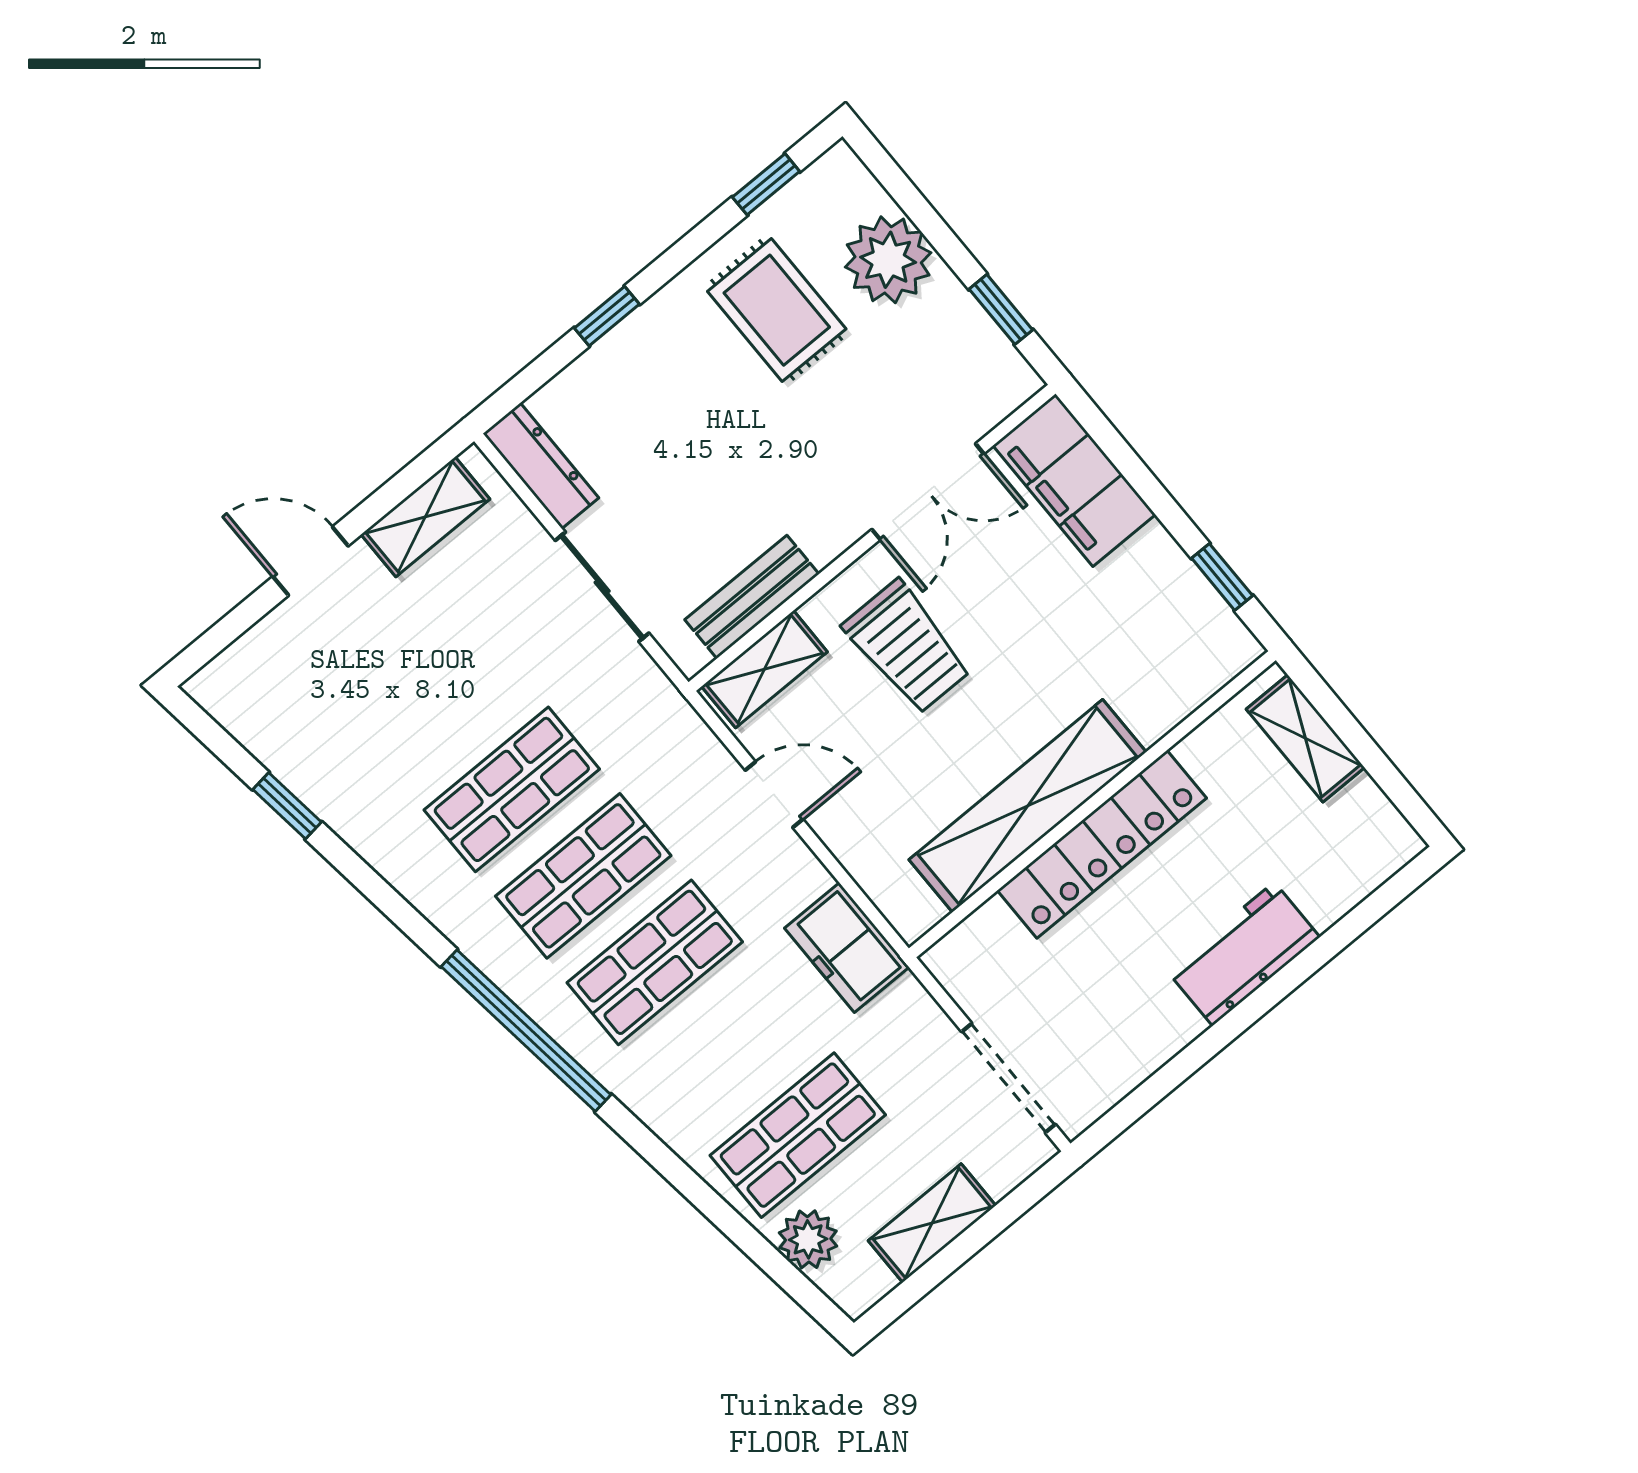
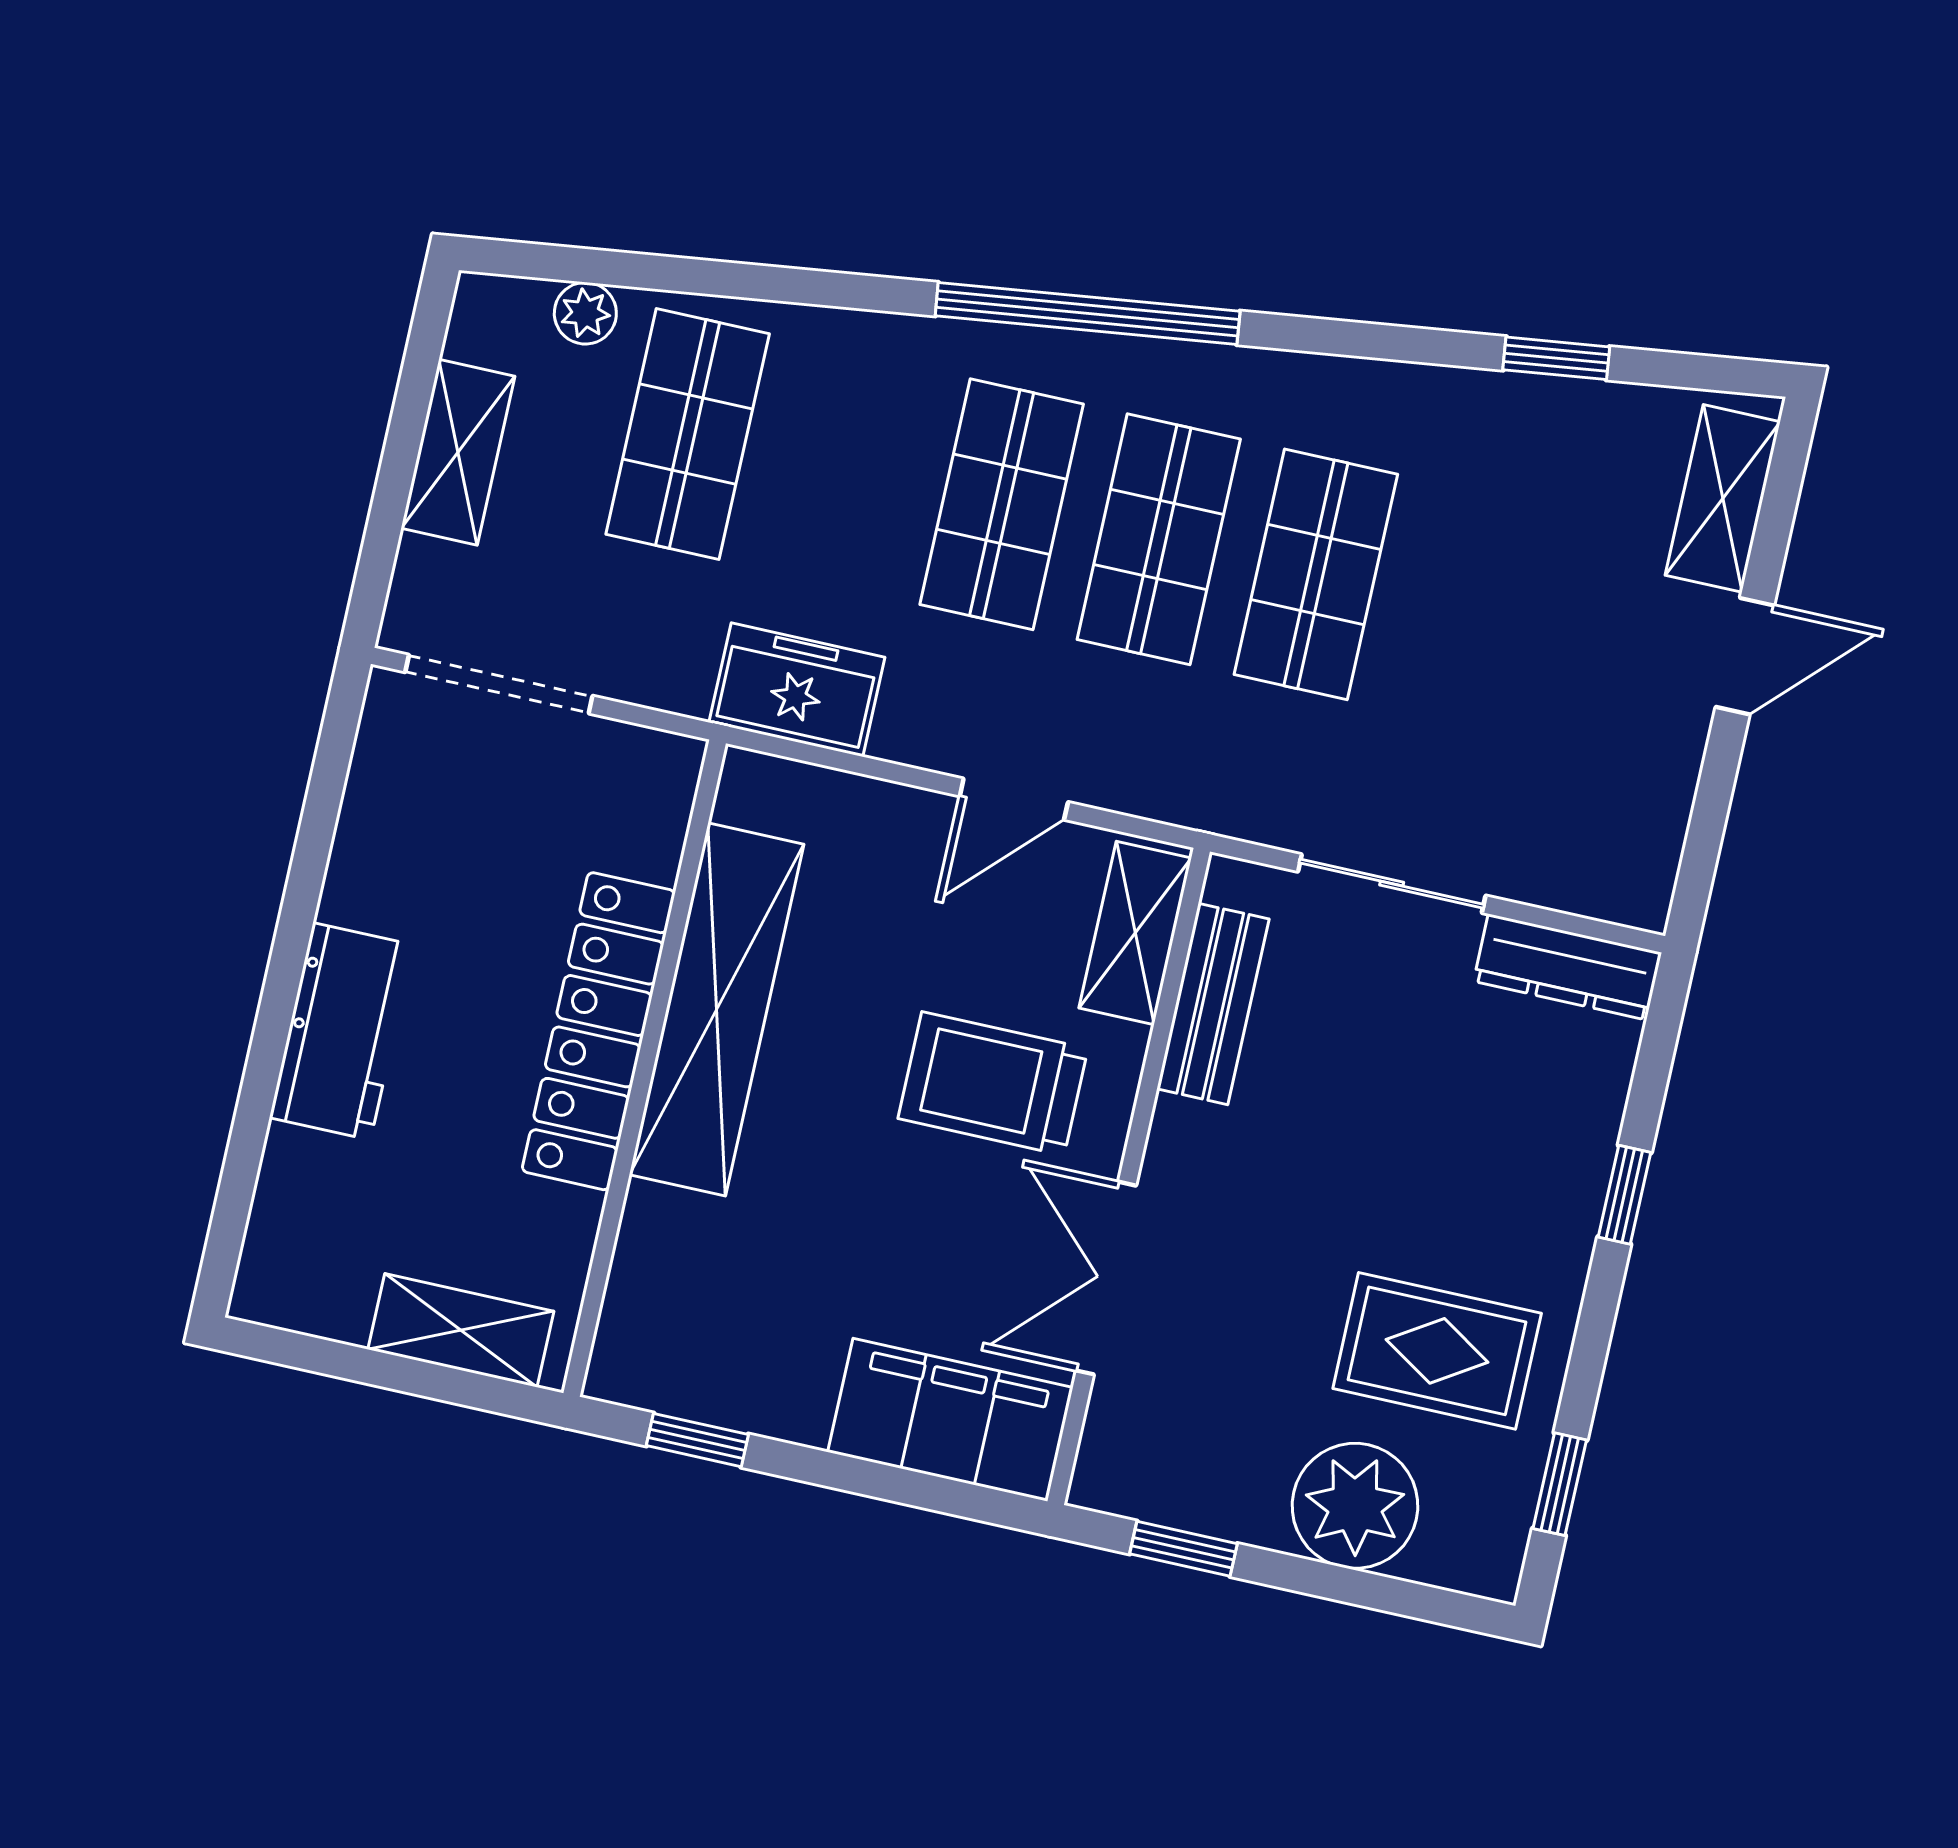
shelving: (425, 517) -> (1723, 498), moved
plant: (808, 1239) -> (585, 313), width x0.73, depth x0.73

